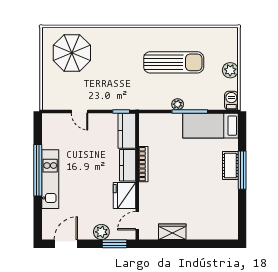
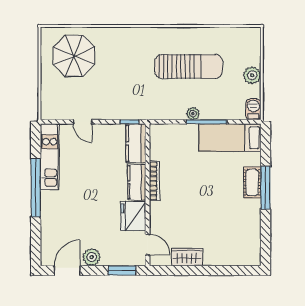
kitchen unit: (50, 179) -> (50, 157), moved
door: (137, 221) -> (148, 245), swing flipped
plant: (101, 232) -> (92, 257), moved

